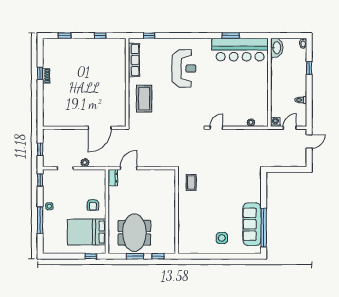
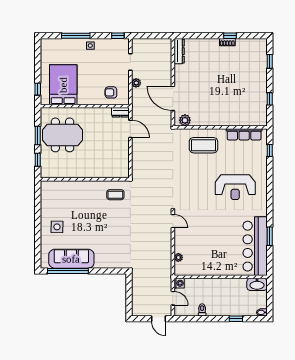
plant: (120, 116) -> (185, 120), added
dresser: (55, 122) -> (179, 51), added
window: (40, 149) -> (150, 36), removed
armchair: (93, 205) -> (111, 92), moved

